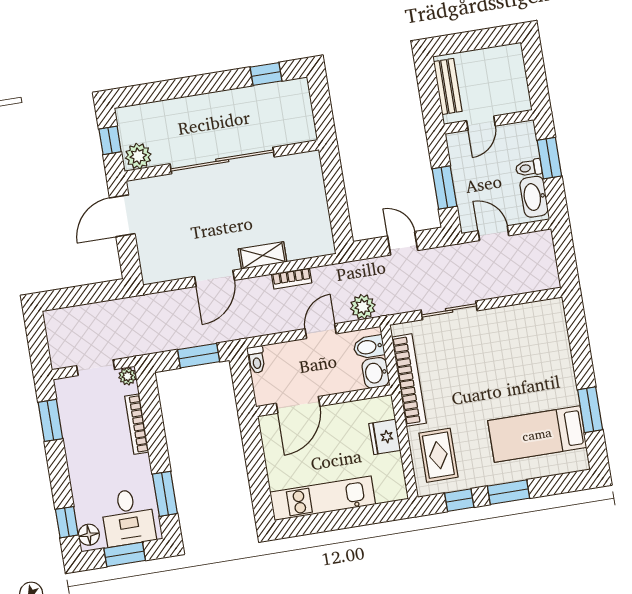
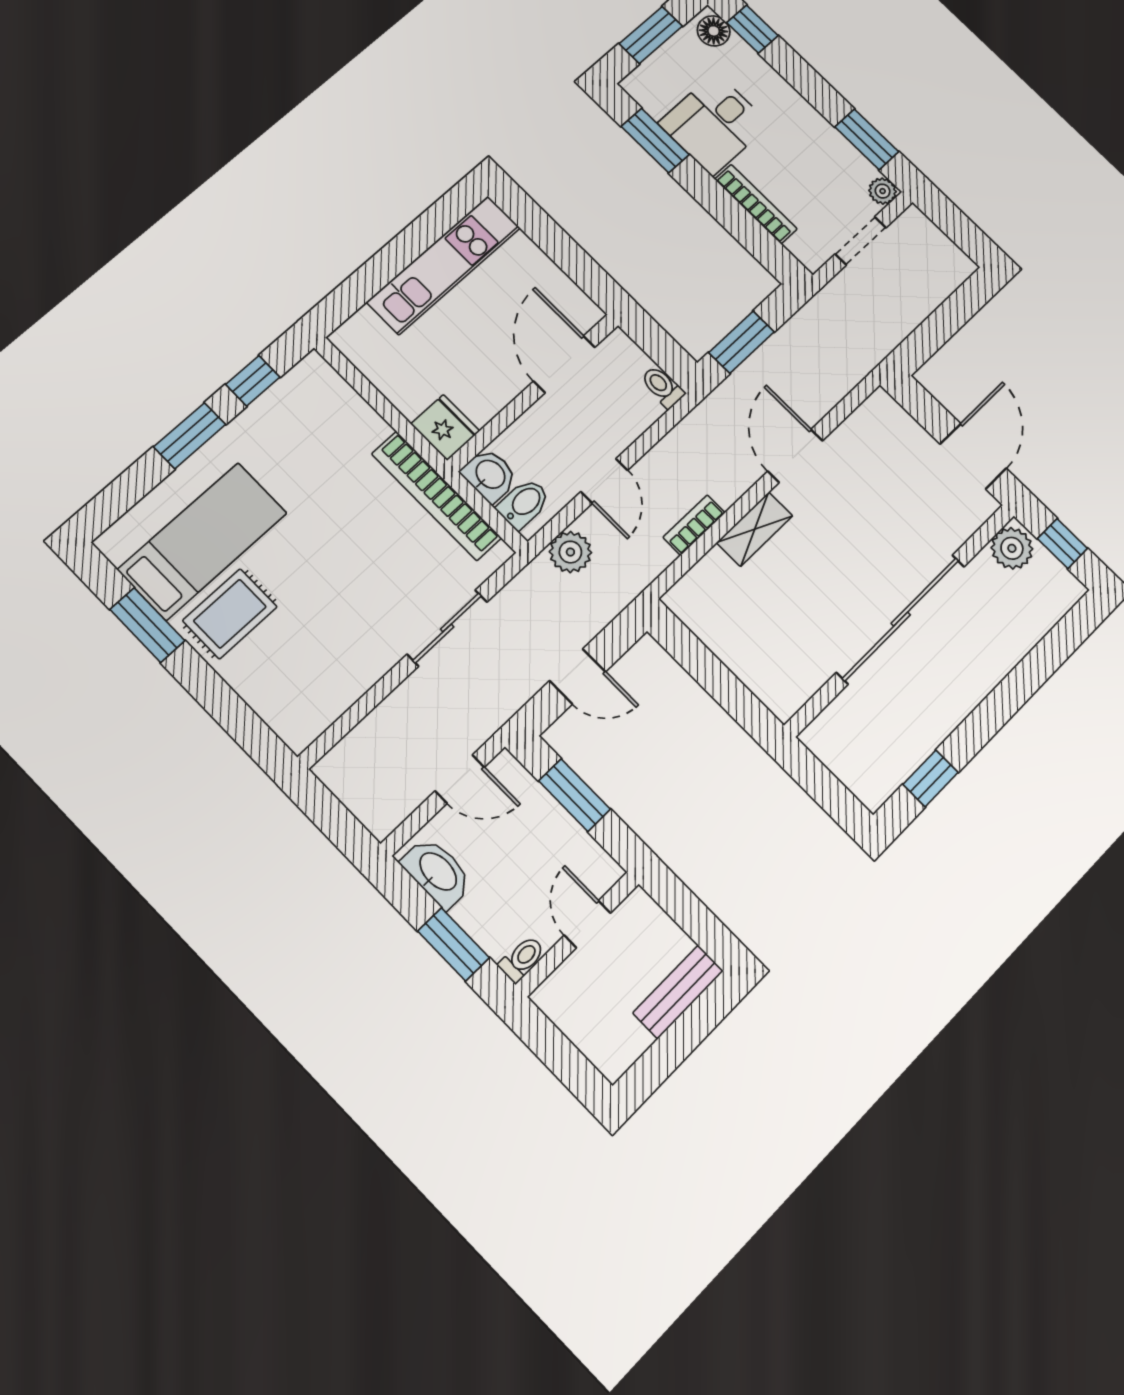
bench: (448, 86) -> (678, 992), moved, turned 90
toilet: (529, 168) -> (522, 959), moved
plant: (128, 376) -> (883, 191), moved
fridge: (385, 437) -> (445, 427), moved
rug: (438, 455) -> (230, 614), moved, turned 90
desk: (128, 517) -> (714, 124), moved, turned -90

